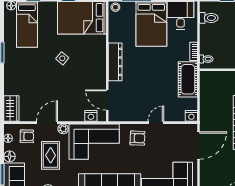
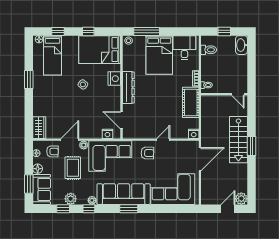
nightstand: (99, 51) -> (114, 79), added

